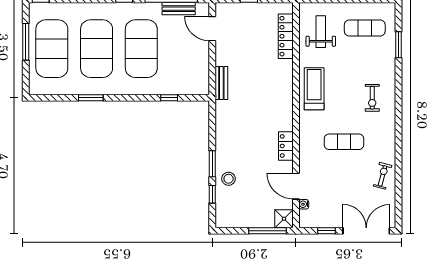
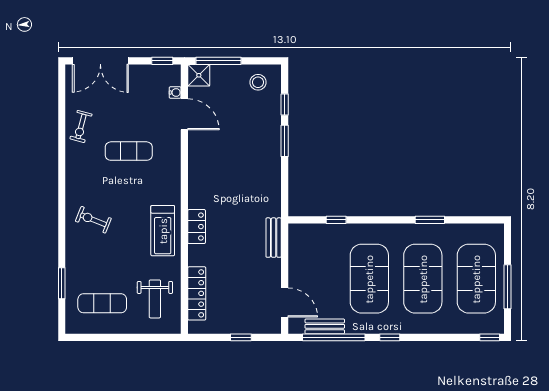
exercise bike: (372, 98) -> (93, 220), turned -68
exercise mat: (344, 142) -> (129, 151), moved
locker: (286, 146) -> (197, 227), moved
stool: (229, 179) -> (258, 82), moved
window: (326, 231) -> (162, 61), moved

